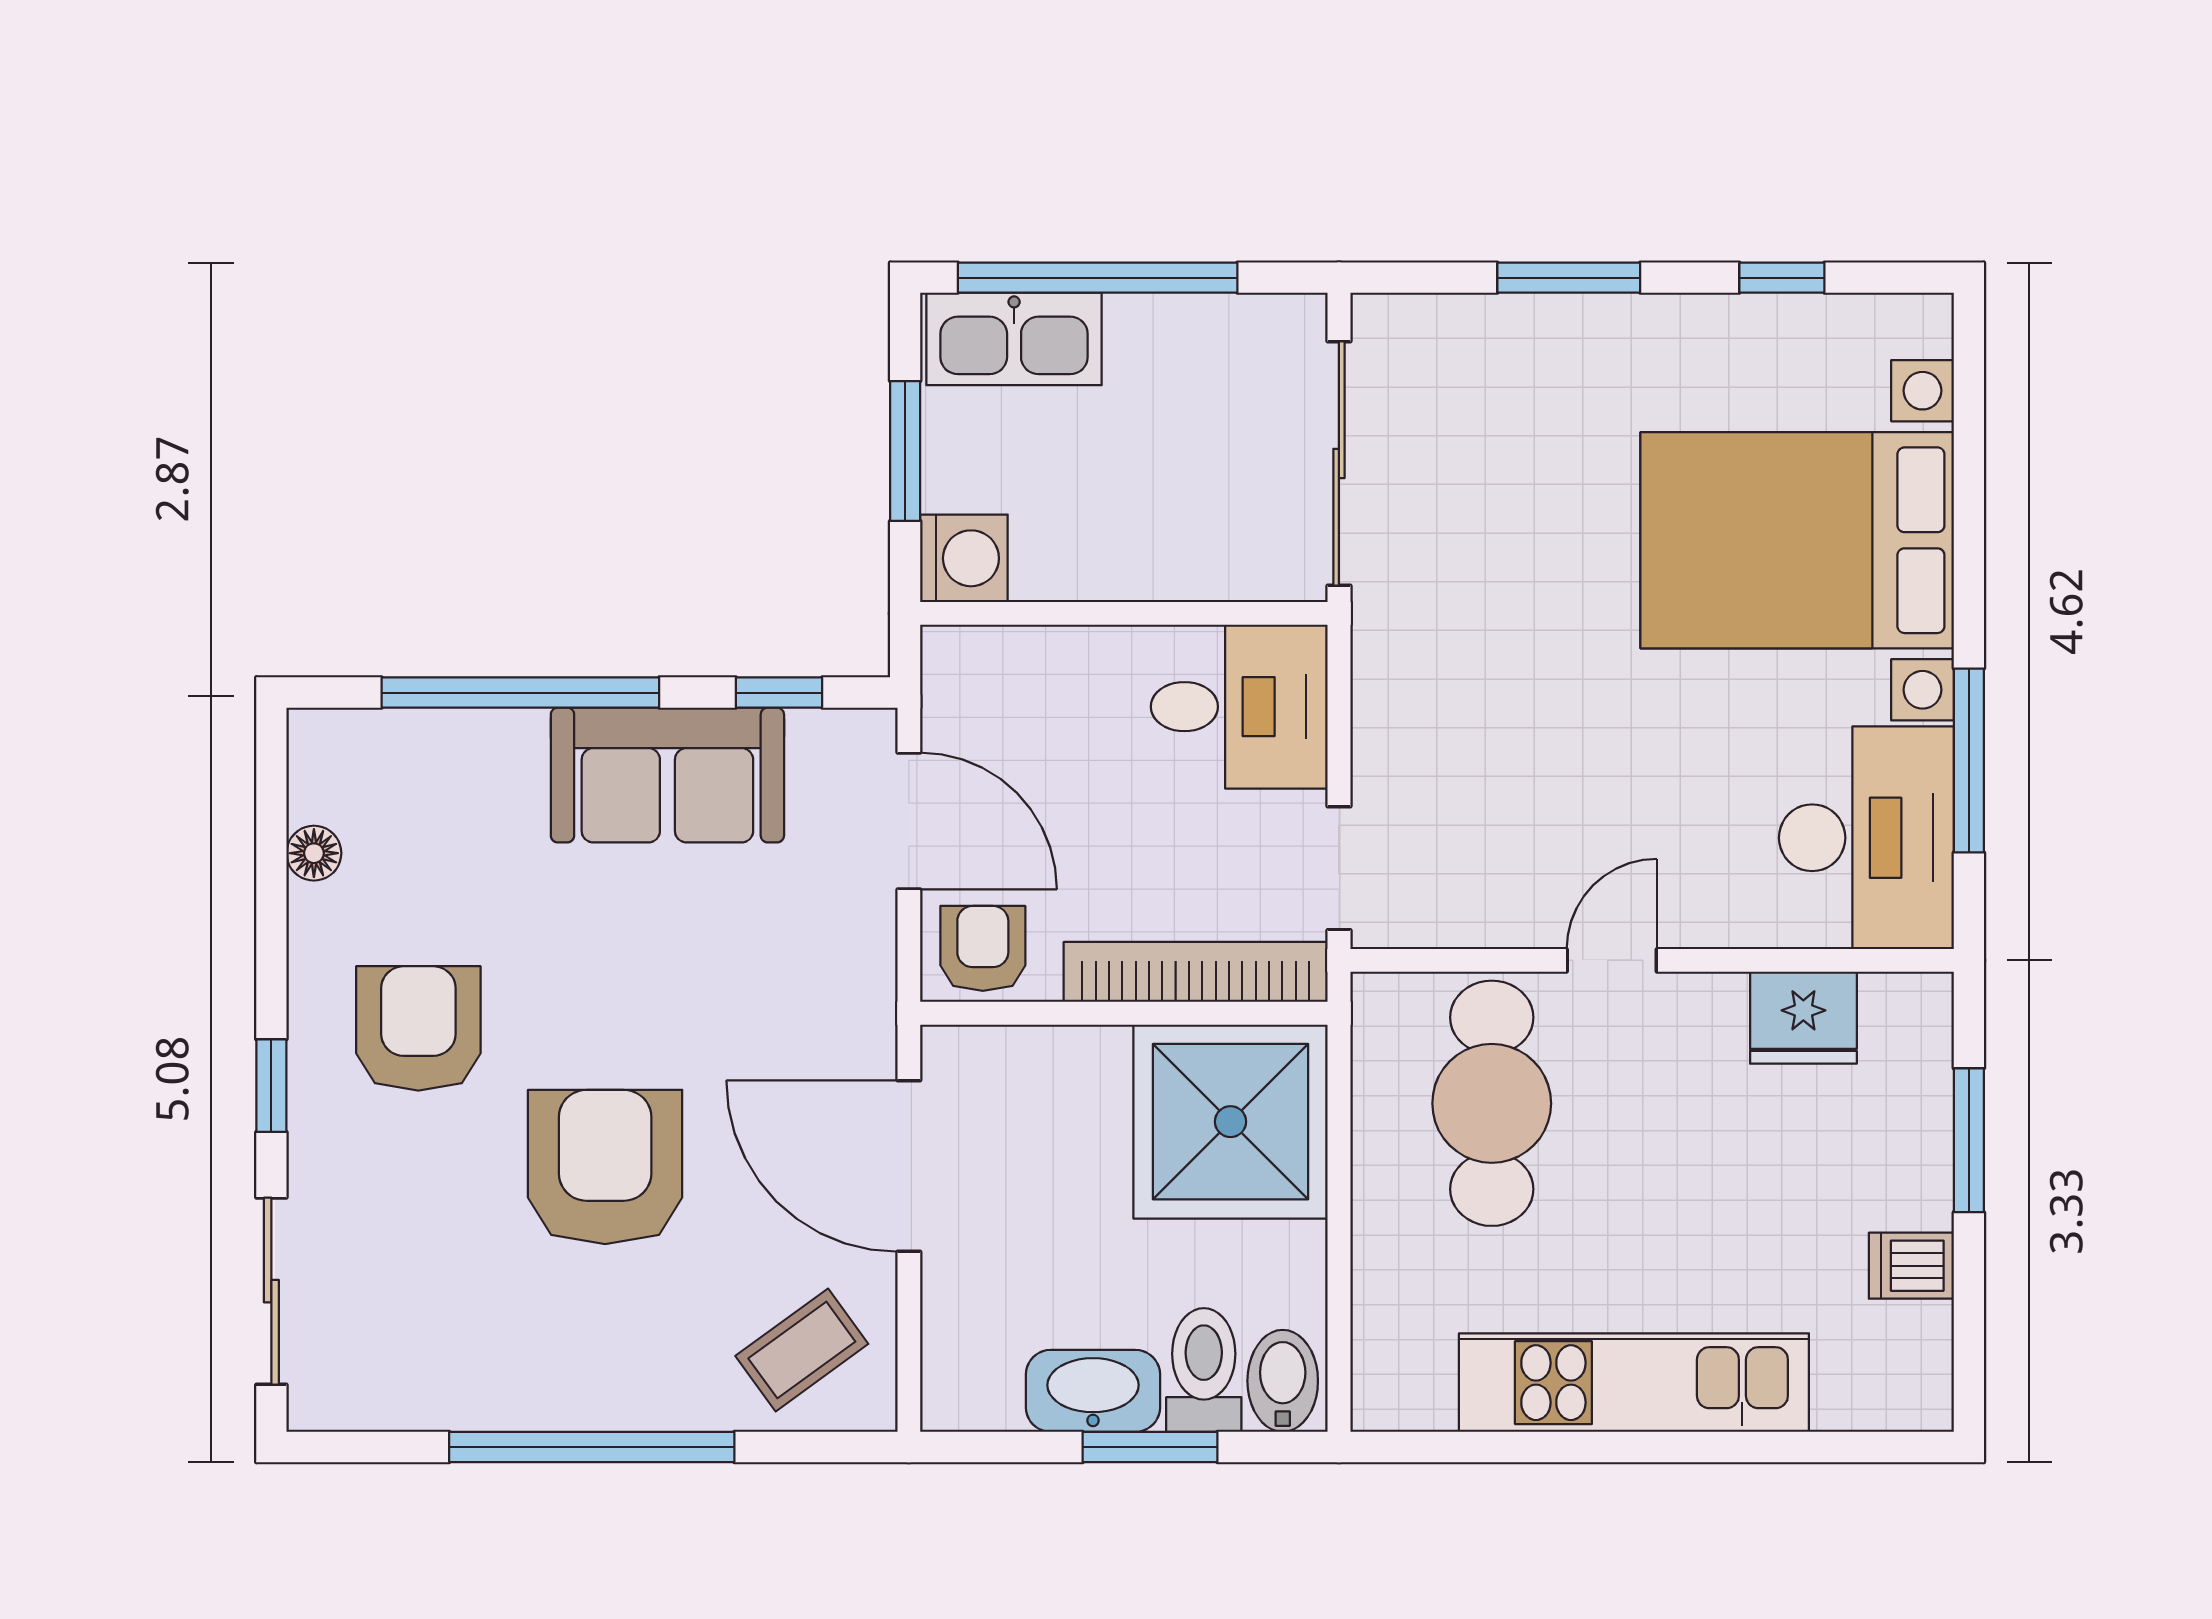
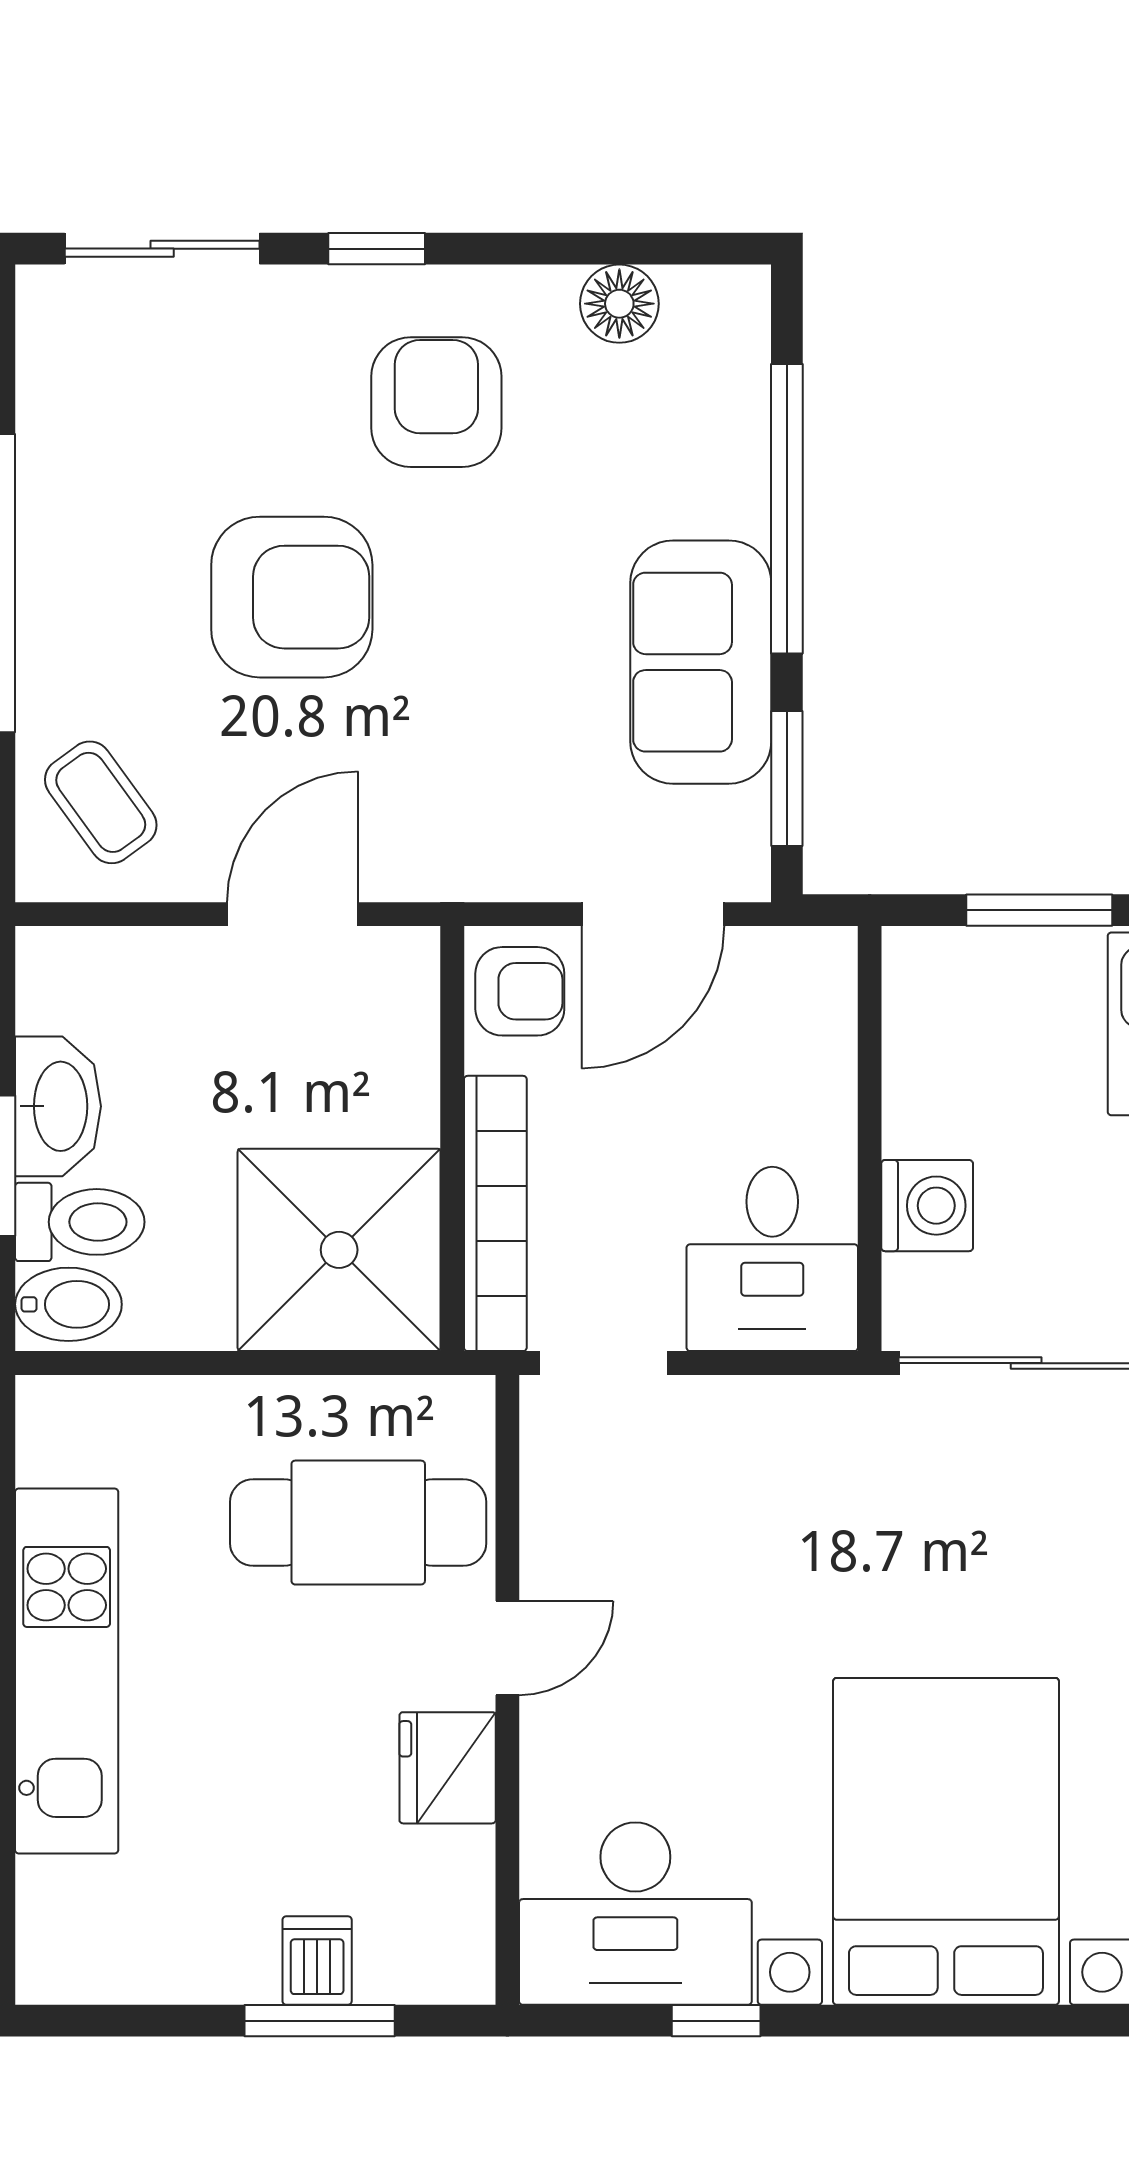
washing machine: (964, 558) -> (927, 1206), moved, turned -90
window: (779, 693) -> (787, 779), width x1.50
window: (1969, 760) -> (716, 2021), width x0.46
floor lamp: (314, 853) -> (619, 304), width x1.37, depth x1.37
door: (1612, 960) -> (507, 1648), hinge flipped
fridge: (1803, 1018) -> (448, 1768), moved
armchair: (418, 1028) -> (436, 402), turned -90
door: (909, 1166) -> (293, 914), width x0.73
dishwasher: (1911, 1266) -> (317, 1960), moved

